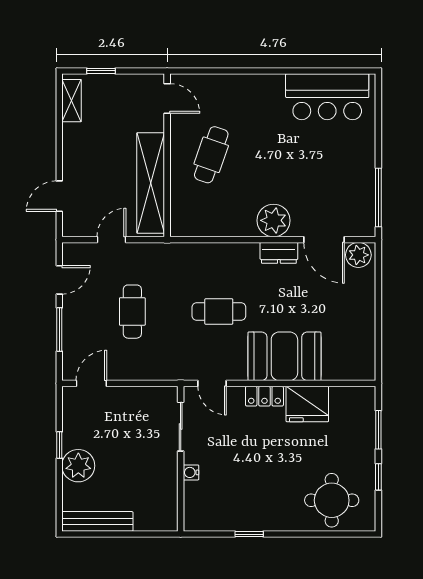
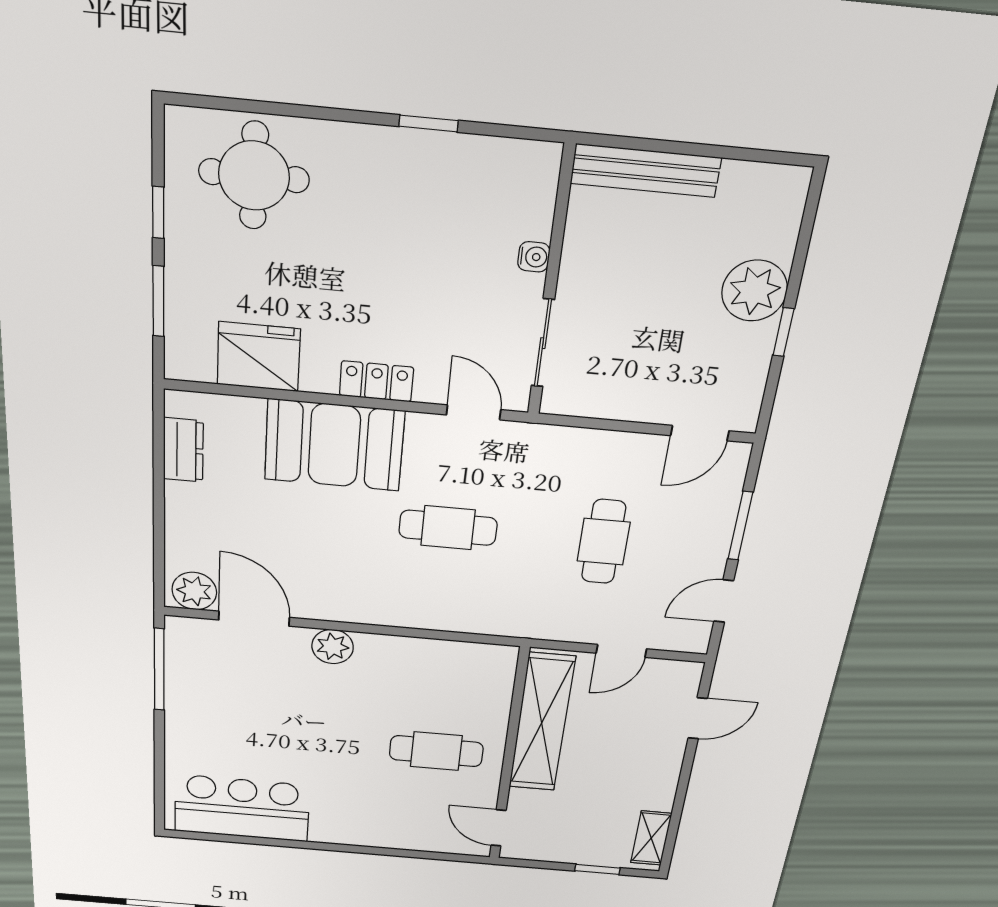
cafe table: (211, 155) -> (436, 751), turned 71
plant: (274, 220) -> (333, 647), width x0.73, depth x0.73
dresser: (279, 253) -> (183, 450), moved, turned 90
fridge: (307, 404) -> (259, 357), moved
bench: (97, 521) -> (646, 171), moved

